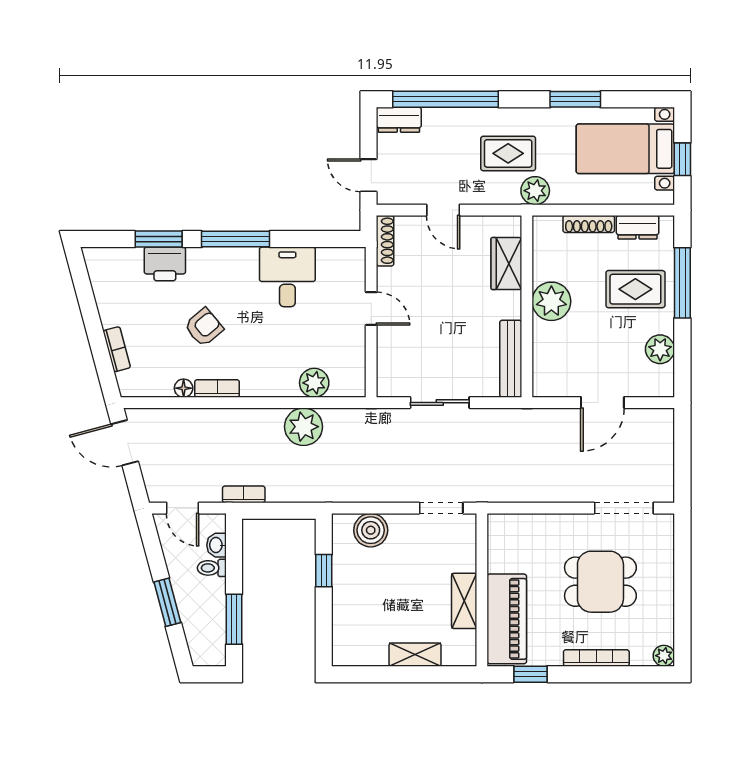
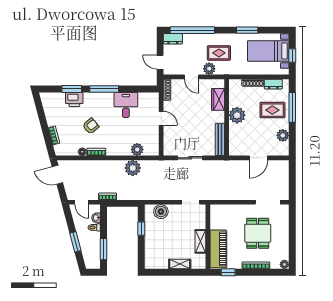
plant: (535, 191) -> (209, 69), moved
dining table: (600, 582) -> (258, 233), turned 90

